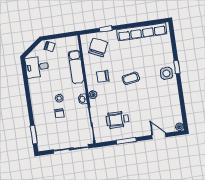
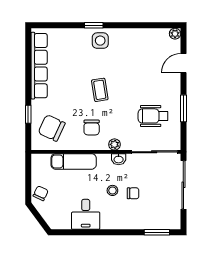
desk: (37, 67) -> (86, 214), moved
wheelchair: (117, 120) -> (153, 116), turned 90

